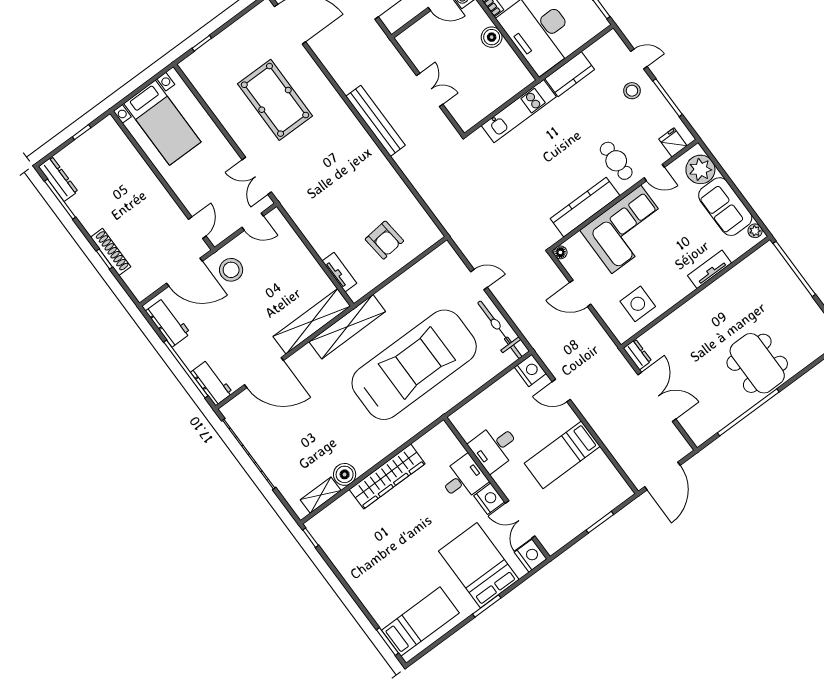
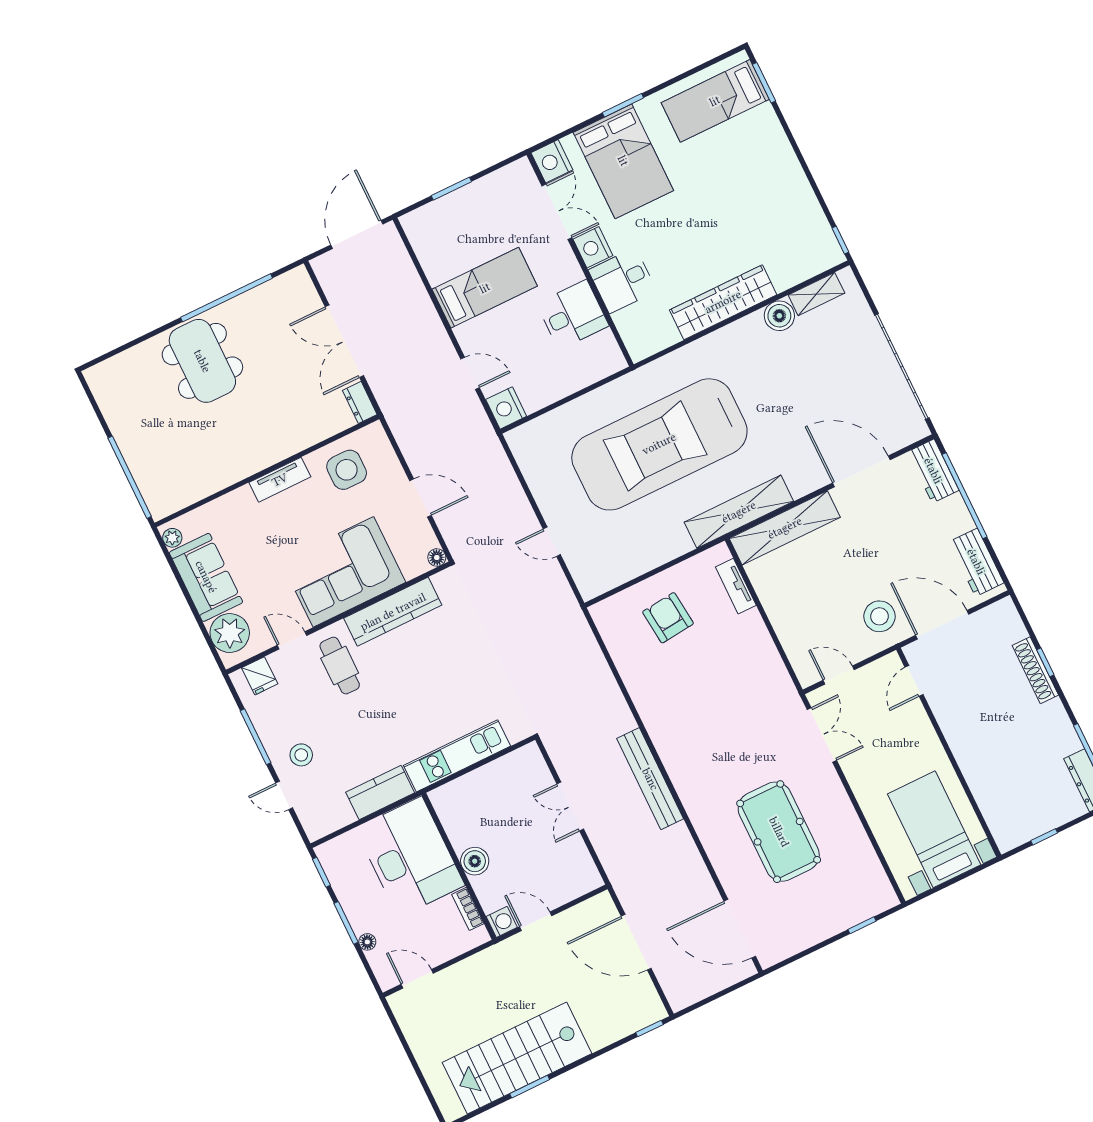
tv unit: (710, 269) -> (280, 480), moved
bicycle: (500, 330) -> (537, 470), removed

